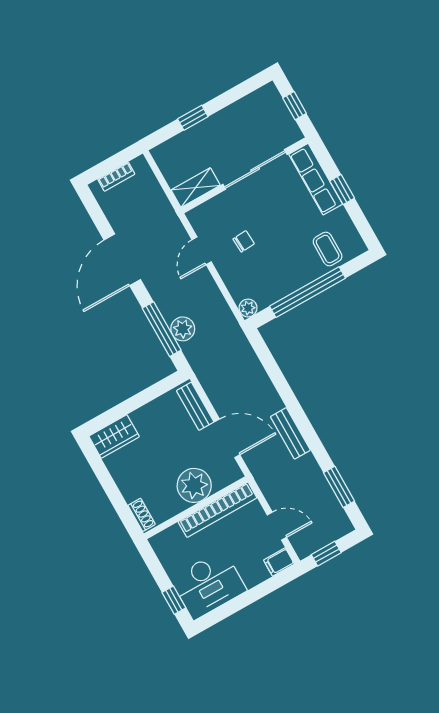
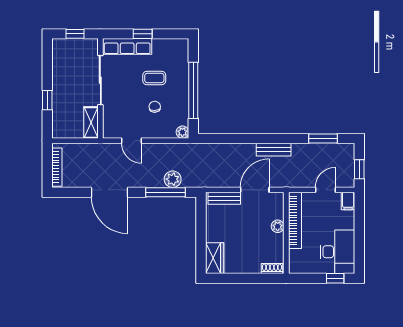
bookcase: (116, 177) -> (57, 167), width x1.56
chair: (244, 241) -> (155, 107), moved
coffee table: (328, 249) -> (154, 78), moved
plant: (194, 485) -> (278, 226), width x0.53, depth x0.53

